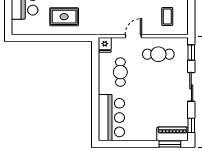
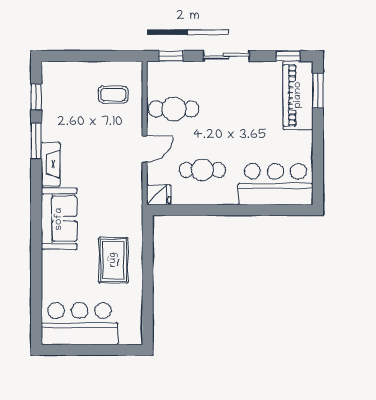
door: (133, 36) -> (145, 149), swing flipped
cafe table: (158, 54) -> (174, 109), turned 90
piano: (172, 134) -> (298, 95), width x1.37, depth x1.33

